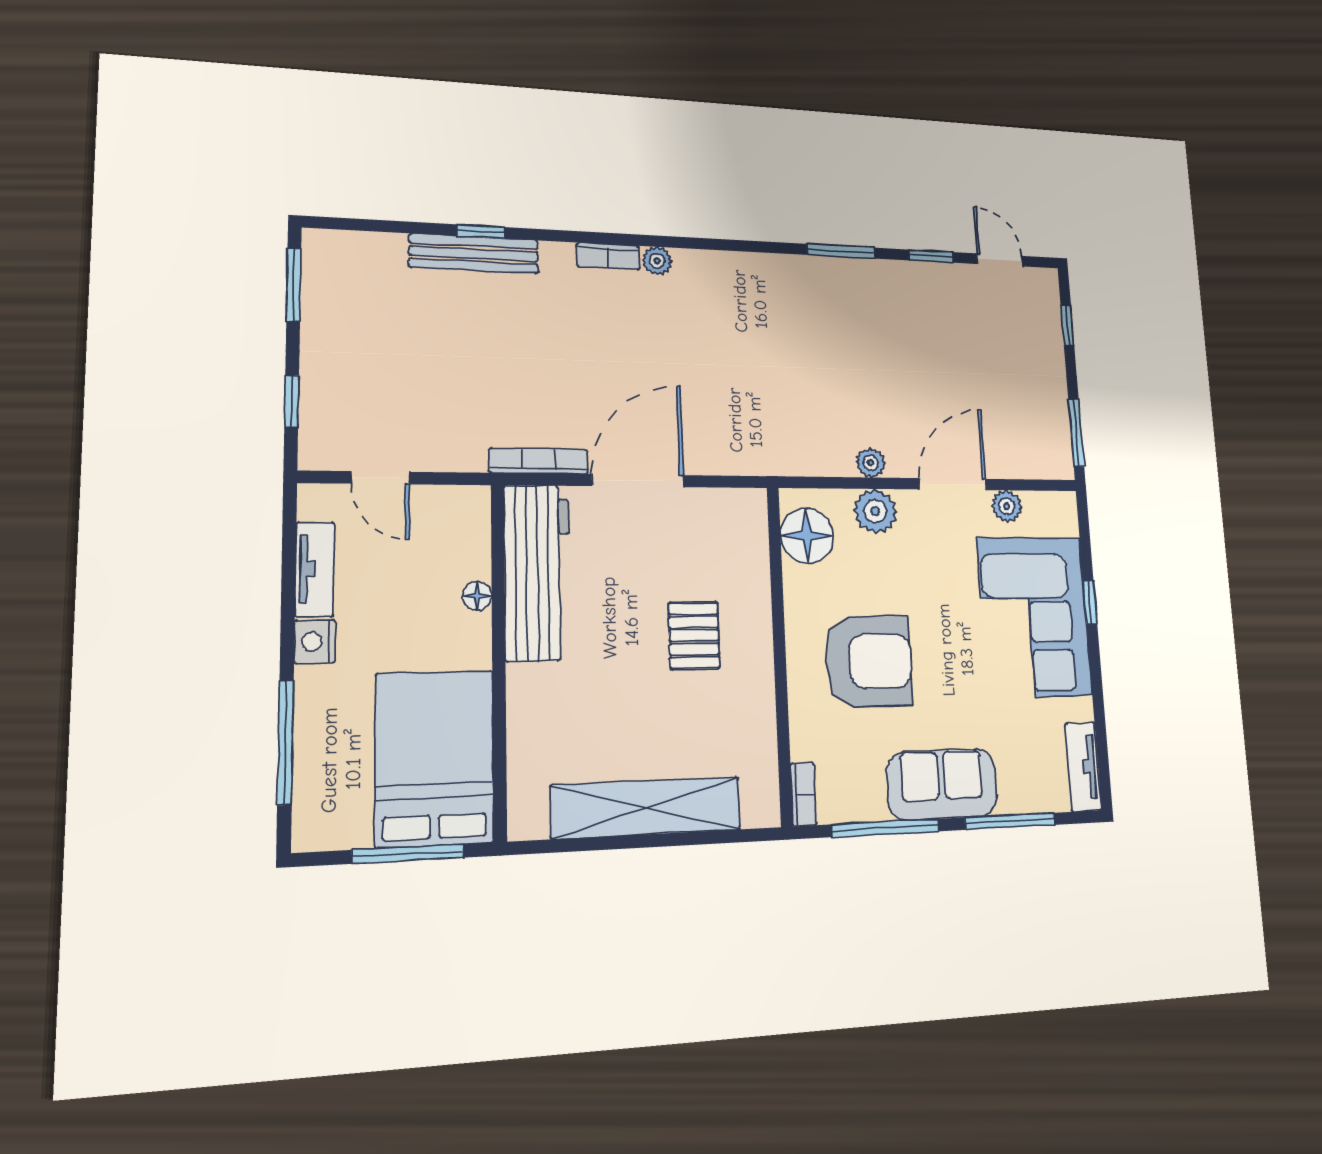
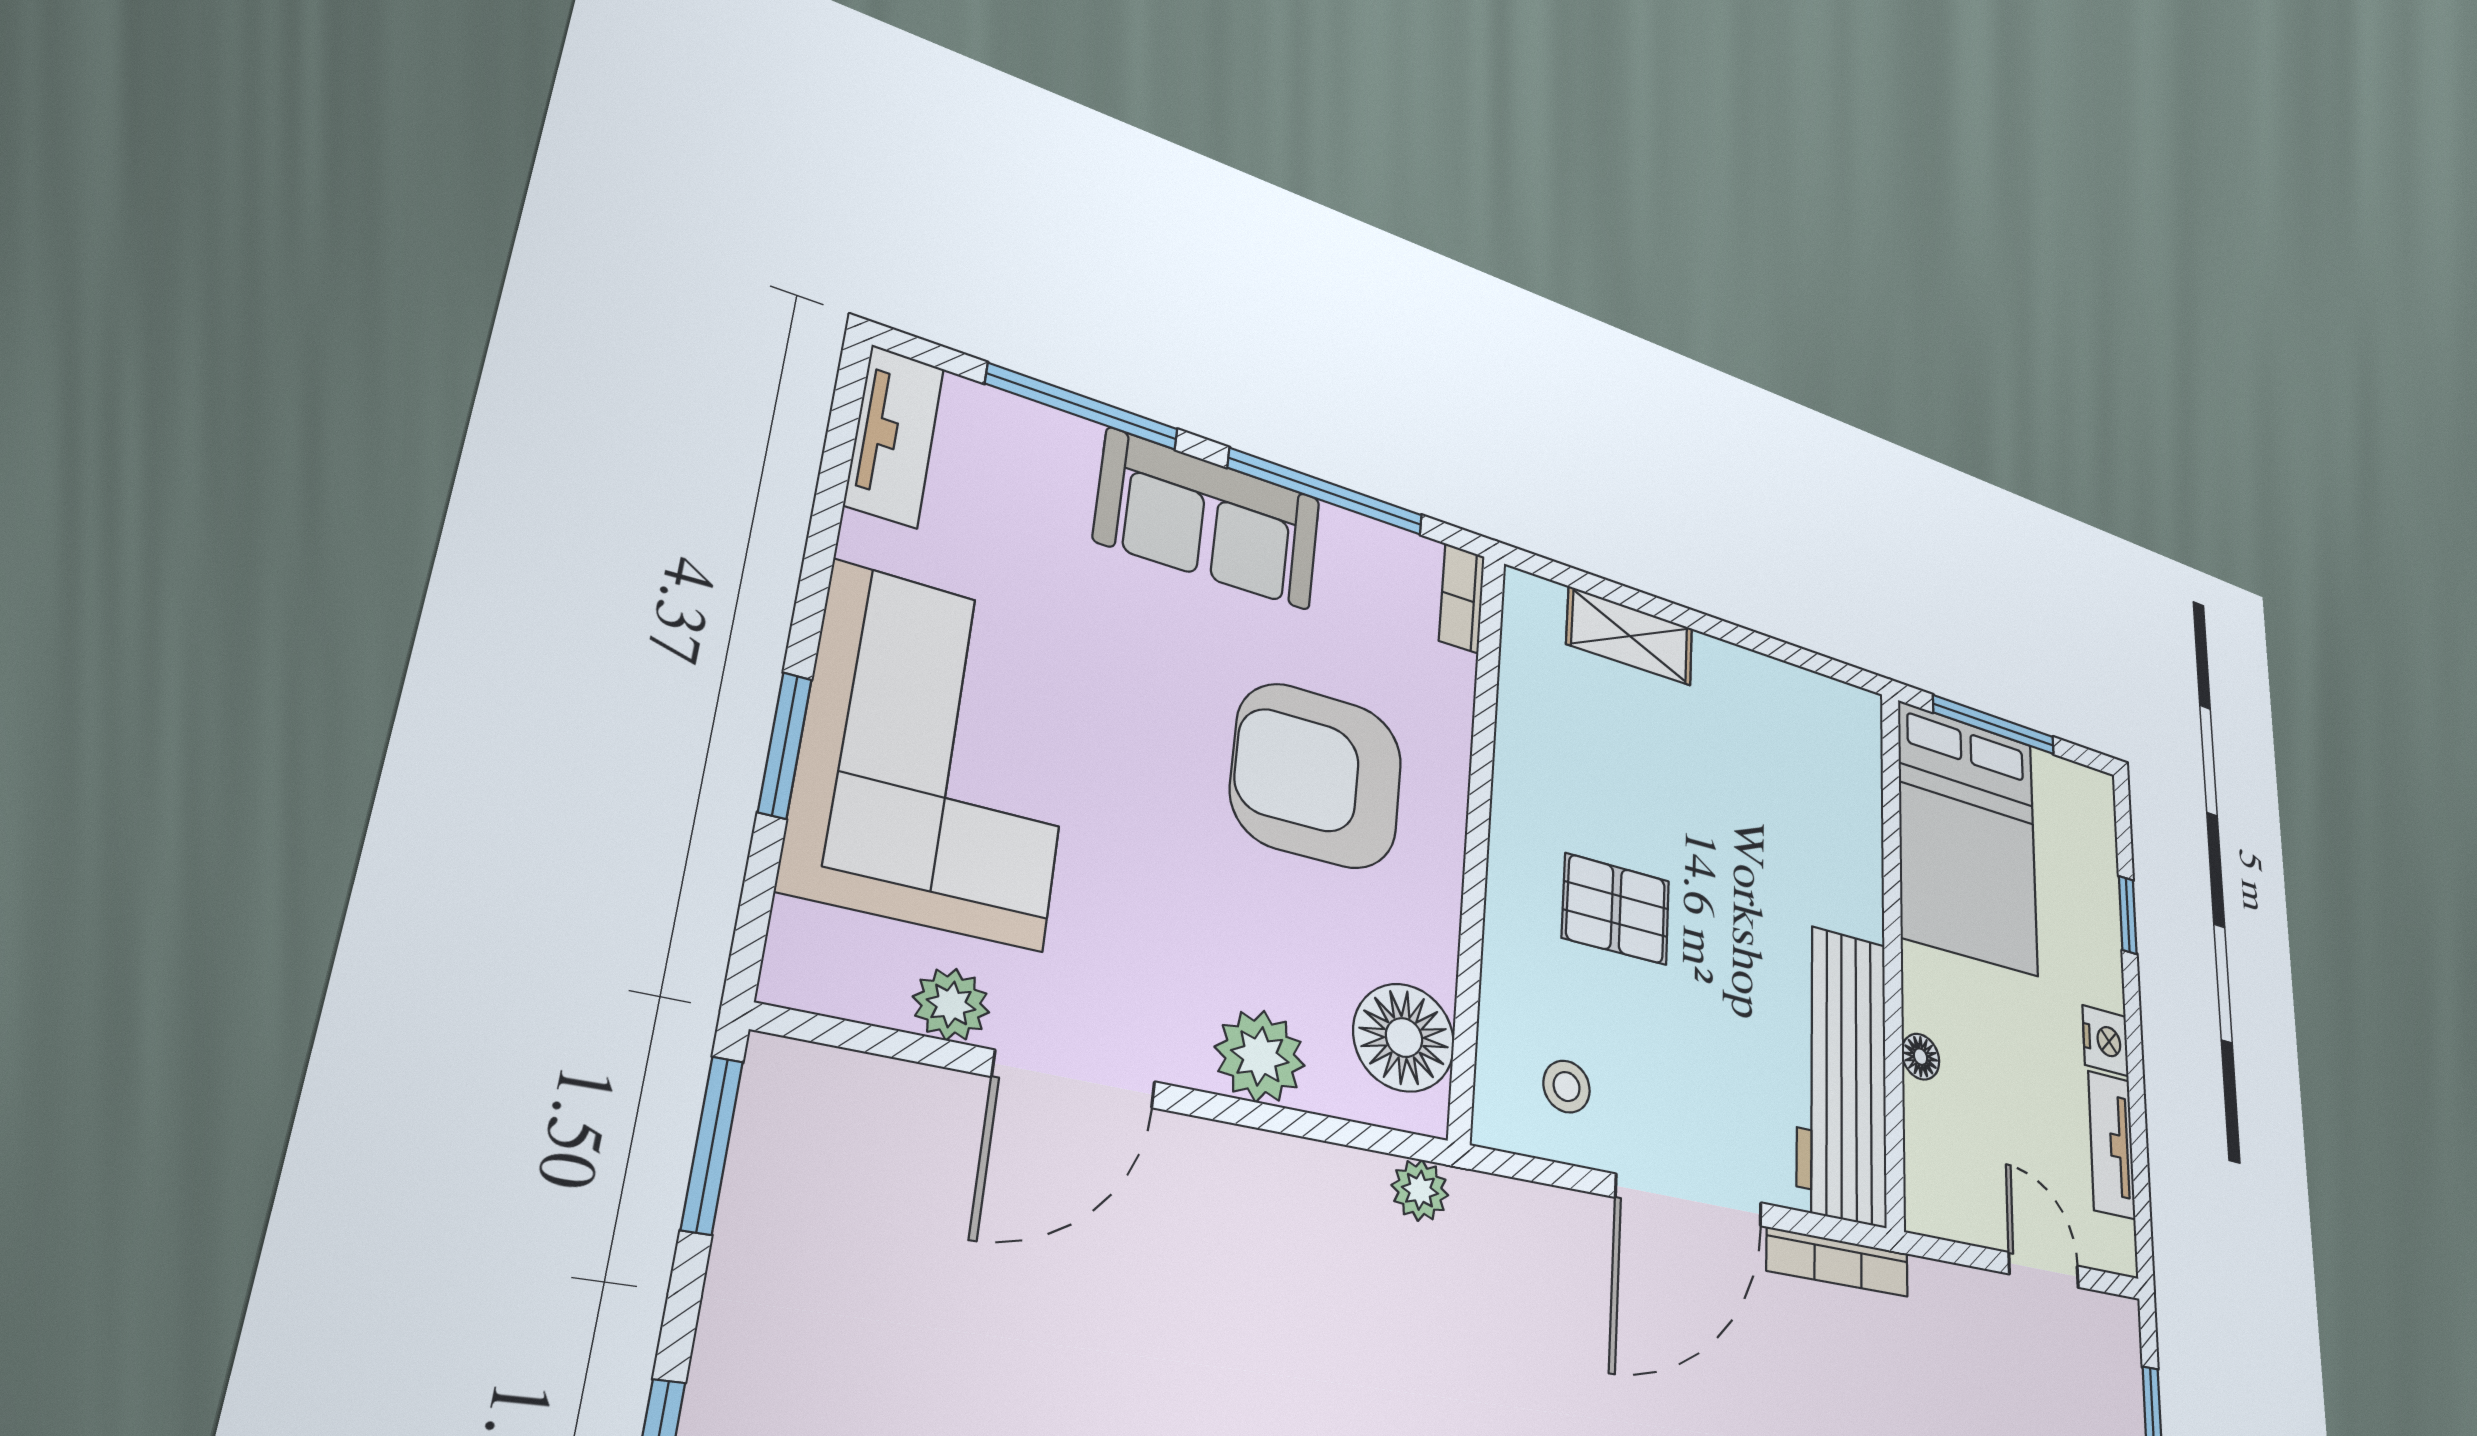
plant: (871, 463) -> (1420, 1190), moved
stool: (716, 529) -> (1567, 1087), added
window: (1090, 602) -> (785, 745), width x1.50
pallet: (694, 635) -> (1616, 909), turned 90
window: (286, 742) -> (2128, 915), width x0.46
shelving: (646, 808) -> (1630, 636), width x0.45, depth x0.75

